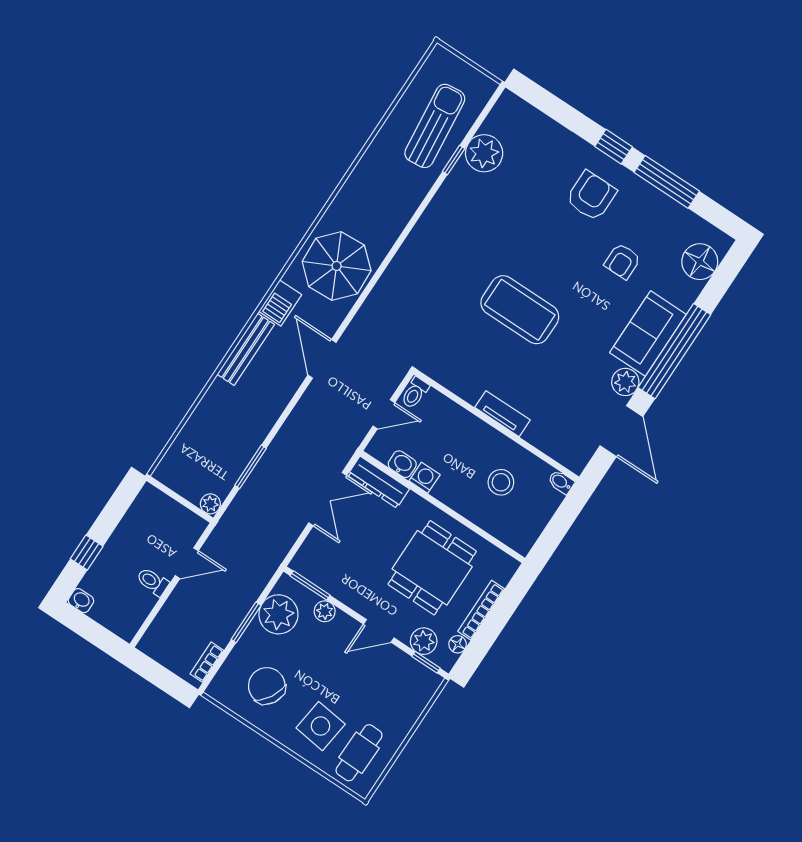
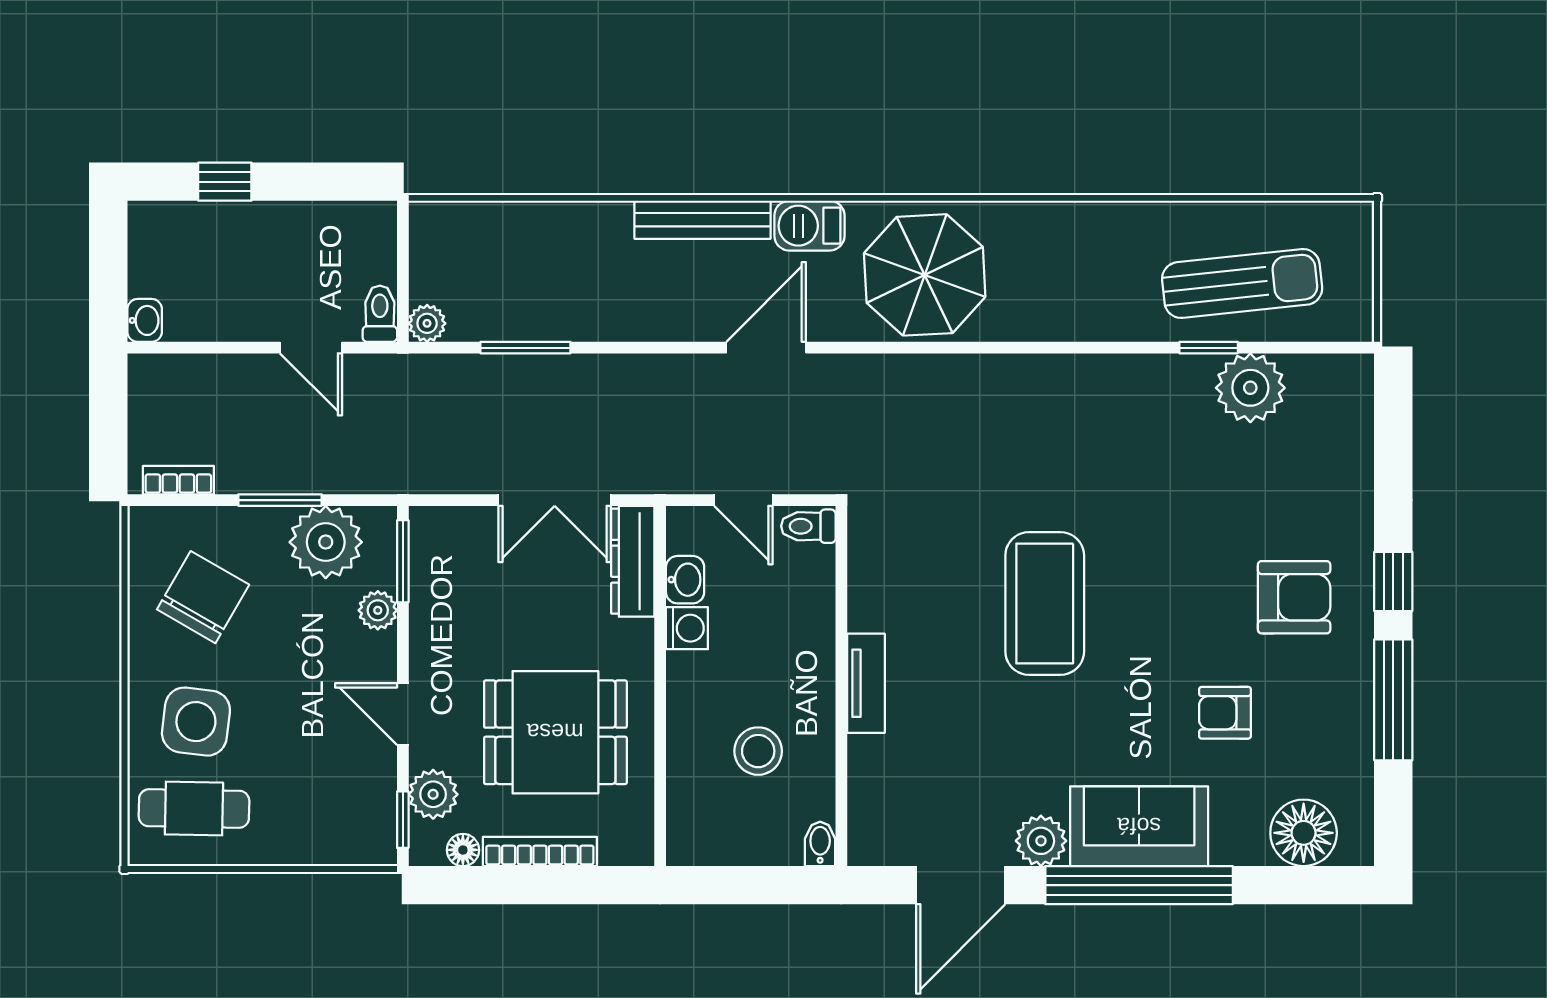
toilet: (153, 582) -> (380, 314), moved
washbasin: (81, 601) -> (145, 320), moved

